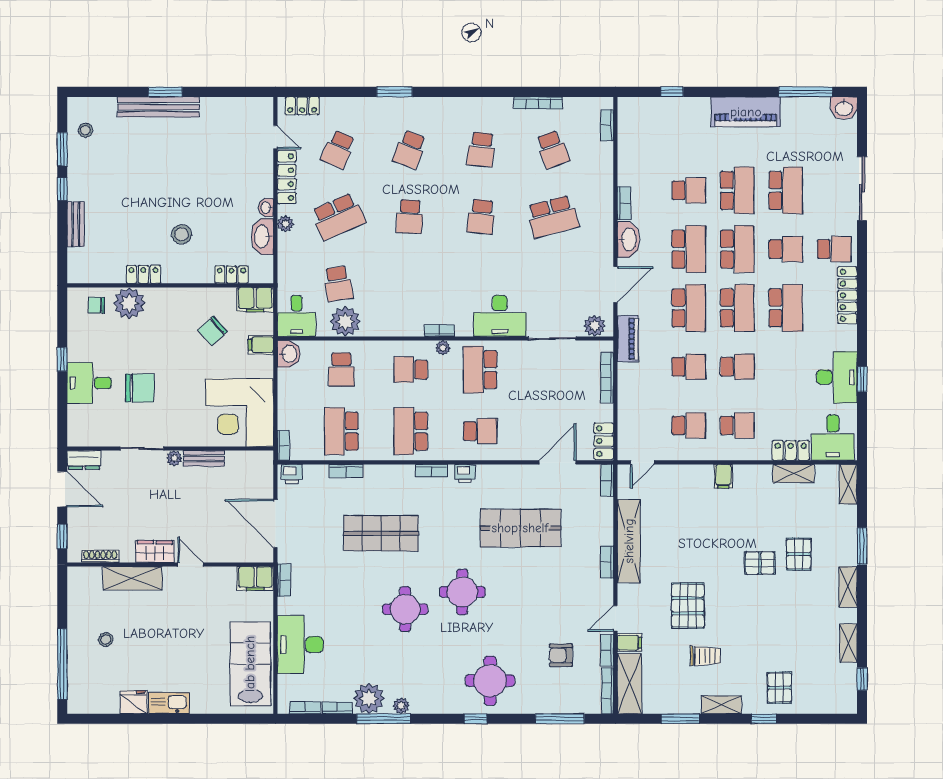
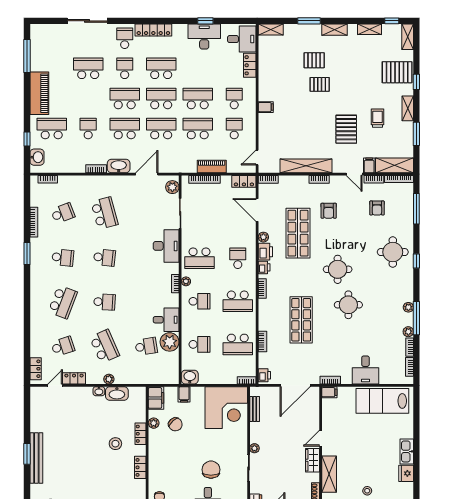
window: (394, 92) -> (27, 253), moved
washbasin: (844, 108) -> (37, 157), moved
school desk: (338, 150) -> (63, 346), turned -42
school desk: (410, 150) -> (63, 302), width x1.85
locker: (287, 177) -> (74, 378), width x0.66
school desk: (737, 190) -> (52, 129), moved
locker: (231, 275) -> (141, 434), moved
door: (615, 285) -> (147, 174), hinge flipped
plant: (129, 303) -> (154, 423), moved, width x0.53, depth x0.53
desk: (296, 316) -> (166, 320), moved
piano: (628, 339) -> (212, 166), moved
school desk: (689, 367) -> (198, 129), width x1.85
school desk: (737, 367) -> (198, 98), width x1.85
school desk: (411, 370) -> (199, 301), turned -90
bench: (204, 458) -> (255, 409), moved
door: (642, 462) -> (257, 158), swing flipped
plant: (514, 472) -> (263, 237), added
shelving: (794, 474) -> (408, 37), moved
printer: (491, 476) -> (265, 252), added
pallet: (760, 563) -> (320, 84), turned 90
armchair: (557, 577) -> (329, 211), added
filing cabinet: (255, 579) -> (329, 392), width x0.50
pallet: (688, 606) -> (346, 129), turned 90
desk: (300, 645) -> (365, 370), width x0.73
pallet: (779, 688) -> (397, 72), width x1.50, depth x1.42
plant: (369, 698) -> (408, 332), width x0.53, depth x0.53

